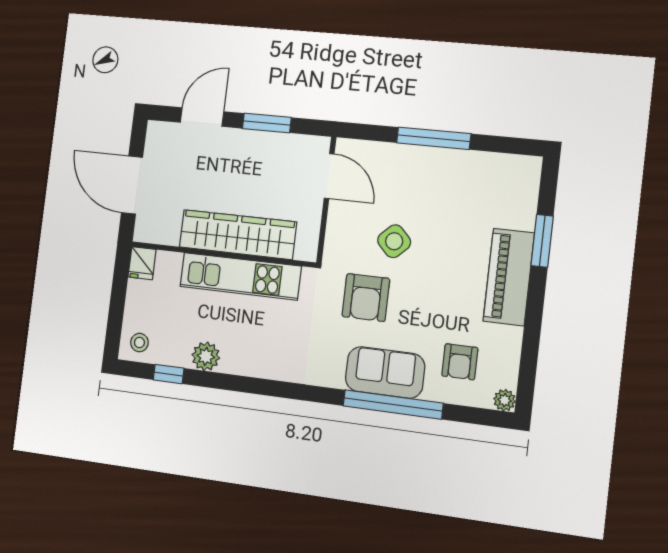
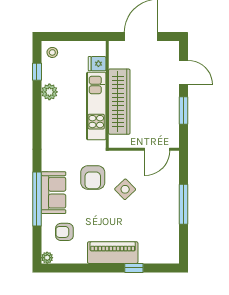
window: (542, 241) -> (134, 268), width x0.67
fridge: (142, 263) -> (97, 64), moved
armchair: (366, 298) -> (93, 177), turned -90

